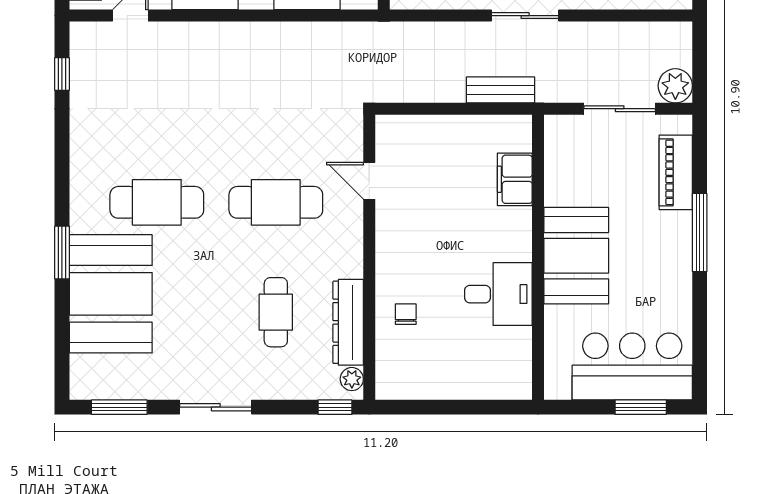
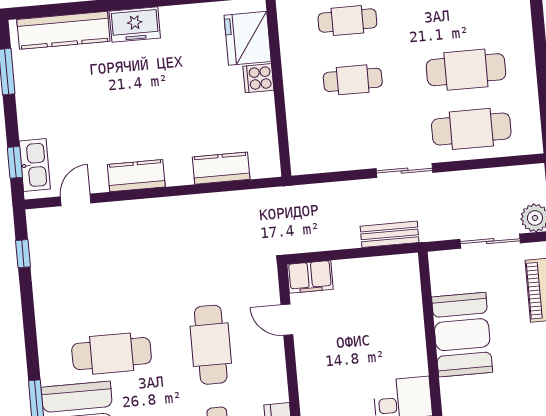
filing cabinet: (515, 179) -> (310, 277), moved, turned -90
cafe table: (276, 202) -> (211, 345), turned 90
booth: (576, 256) -> (462, 335), moved

